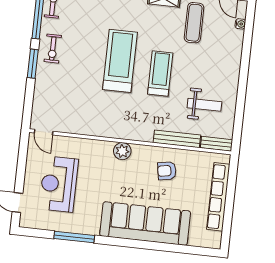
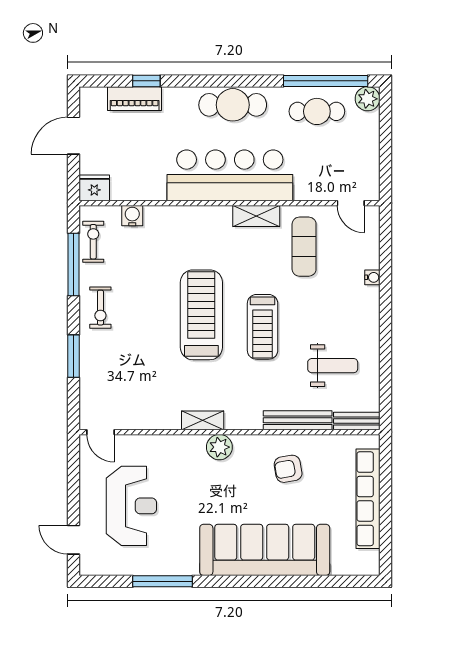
water cooler: (240, 24) -> (372, 277), moved
window: (33, 64) -> (74, 356), moved
treadmill: (160, 74) -> (263, 327), turned 180
shelving: (113, 132) -> (203, 420), added
reception desk: (59, 184) -> (131, 506), turned 180

